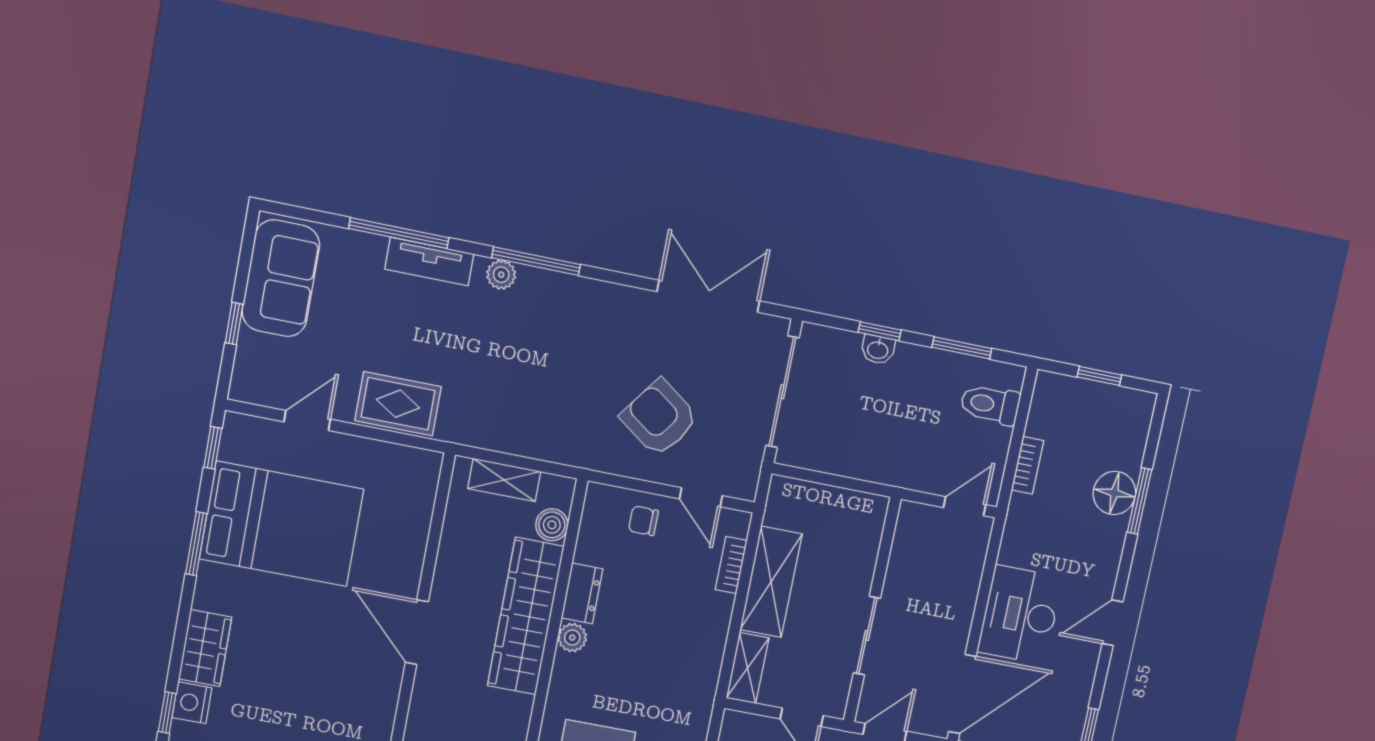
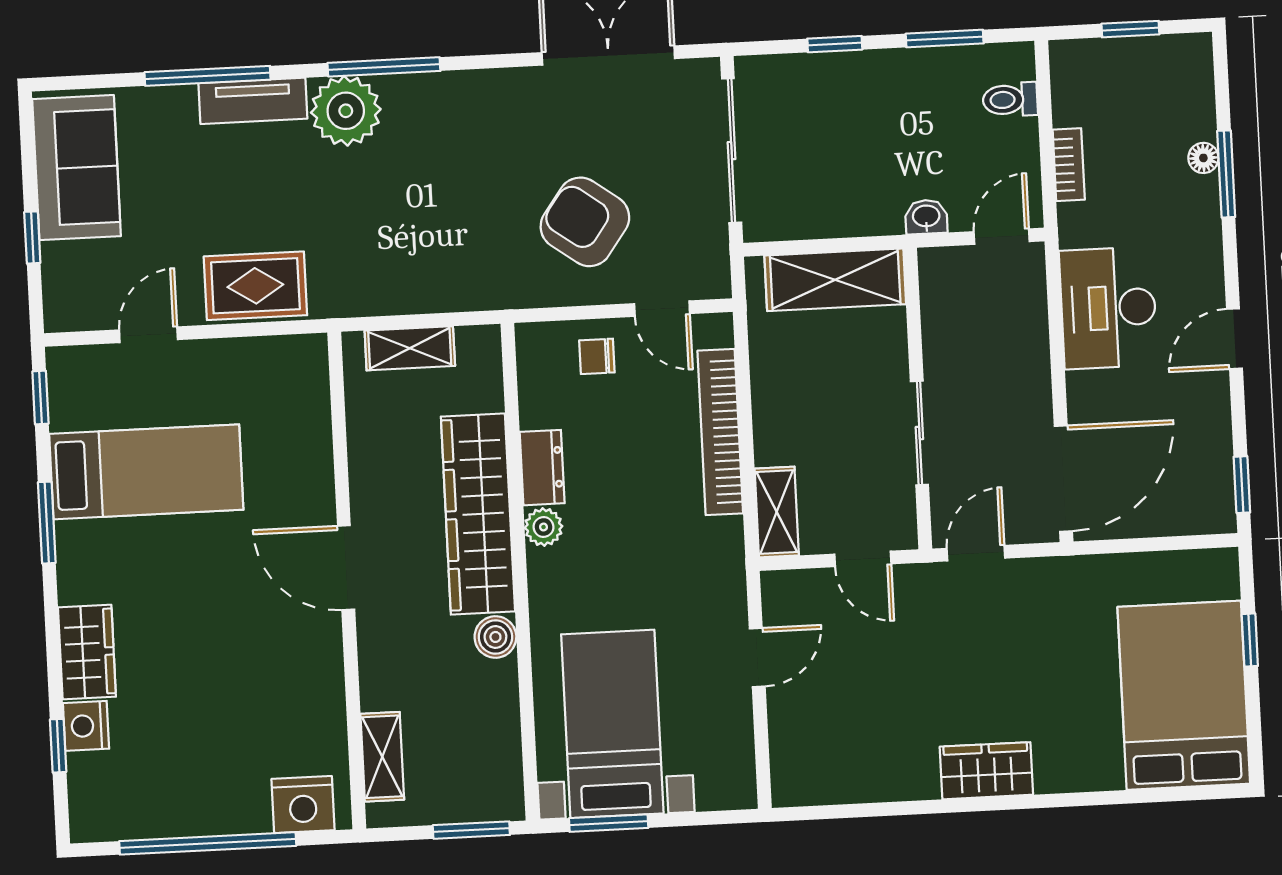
plant: (501, 275) -> (346, 111), width x1.88, depth x1.88
washbasin: (878, 350) -> (926, 217), moved, turned 180
toilet: (990, 404) -> (1010, 100), width x0.73, depth x0.72
floor lamp: (1114, 493) -> (1203, 158), width x0.53, depth x0.53
bed: (282, 524) -> (146, 472), width x0.67
boiler: (552, 525) -> (495, 637), moved
bookcase: (731, 565) -> (720, 432), width x2.31, depth x1.31
shelving: (771, 582) -> (835, 280), moved, turned 90
desk: (1020, 615) -> (1108, 308), moved

